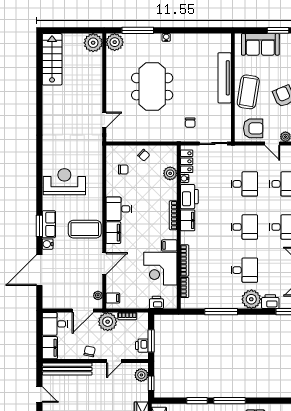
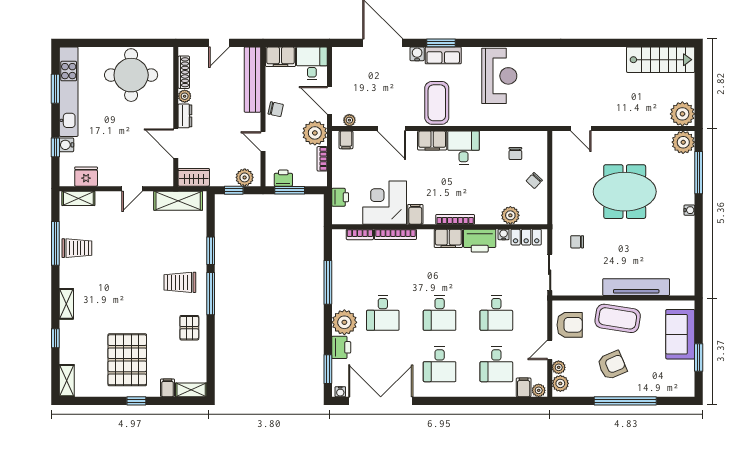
armchair: (253, 128) -> (570, 325), turned -90

